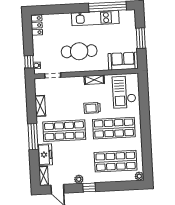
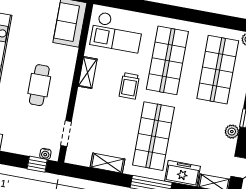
cafe table: (79, 51) -> (39, 85), width x0.73, depth x0.74

